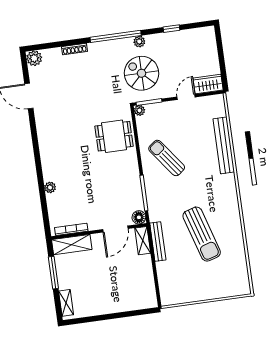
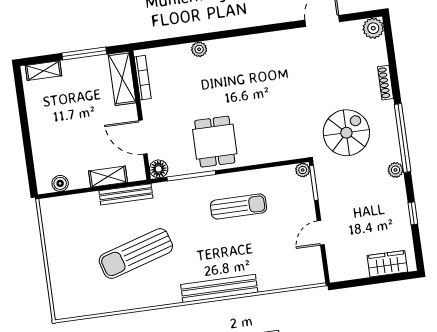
spiral stairs: (142, 73) -> (346, 133), moved
wardrobe: (208, 84) -> (387, 264), moved, turned -90
door: (186, 97) -> (321, 233), swing flipped
dining table: (114, 136) -> (215, 142), moved
bench: (224, 145) -> (219, 288), moved
sun lounger: (167, 158) -> (239, 207), turned 37
shelving: (143, 241) -> (108, 177), moved
boiler: (150, 290) -> (60, 183), added

